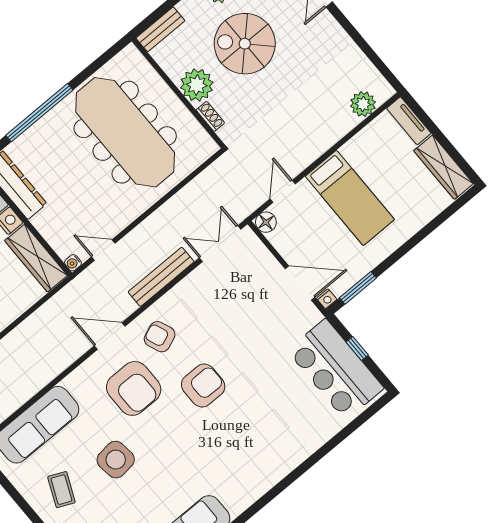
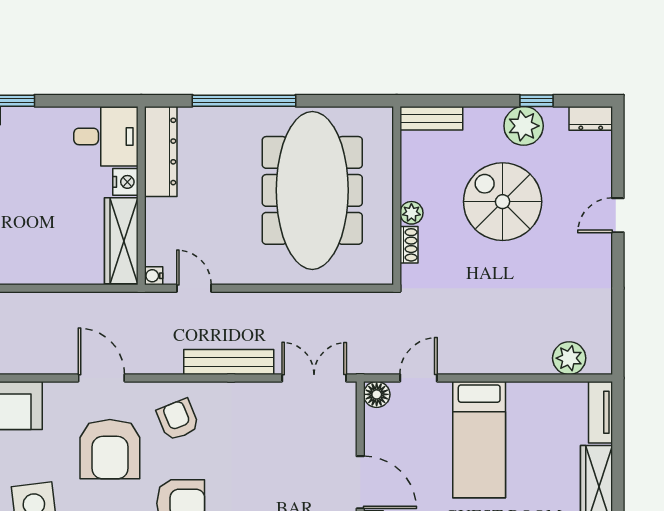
plant: (197, 85) -> (411, 213), width x0.53, depth x0.53
door: (110, 336) -> (101, 378), moved

